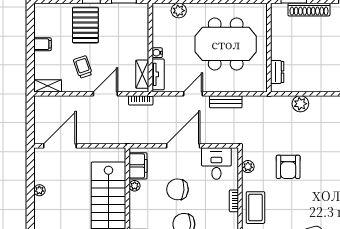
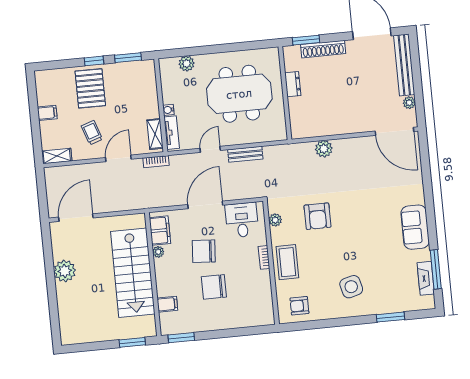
dresser: (277, 72) -> (293, 84), moved
plant: (39, 190) -> (65, 271), width x1.88, depth x1.88

